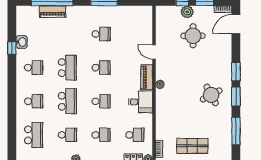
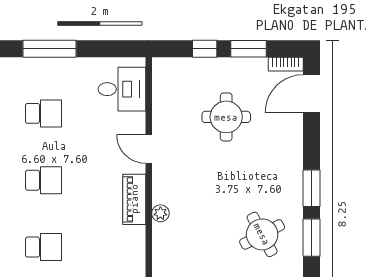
plant: (187, 12) -> (215, 69), removed
desk: (141, 102) -> (122, 89), moved

